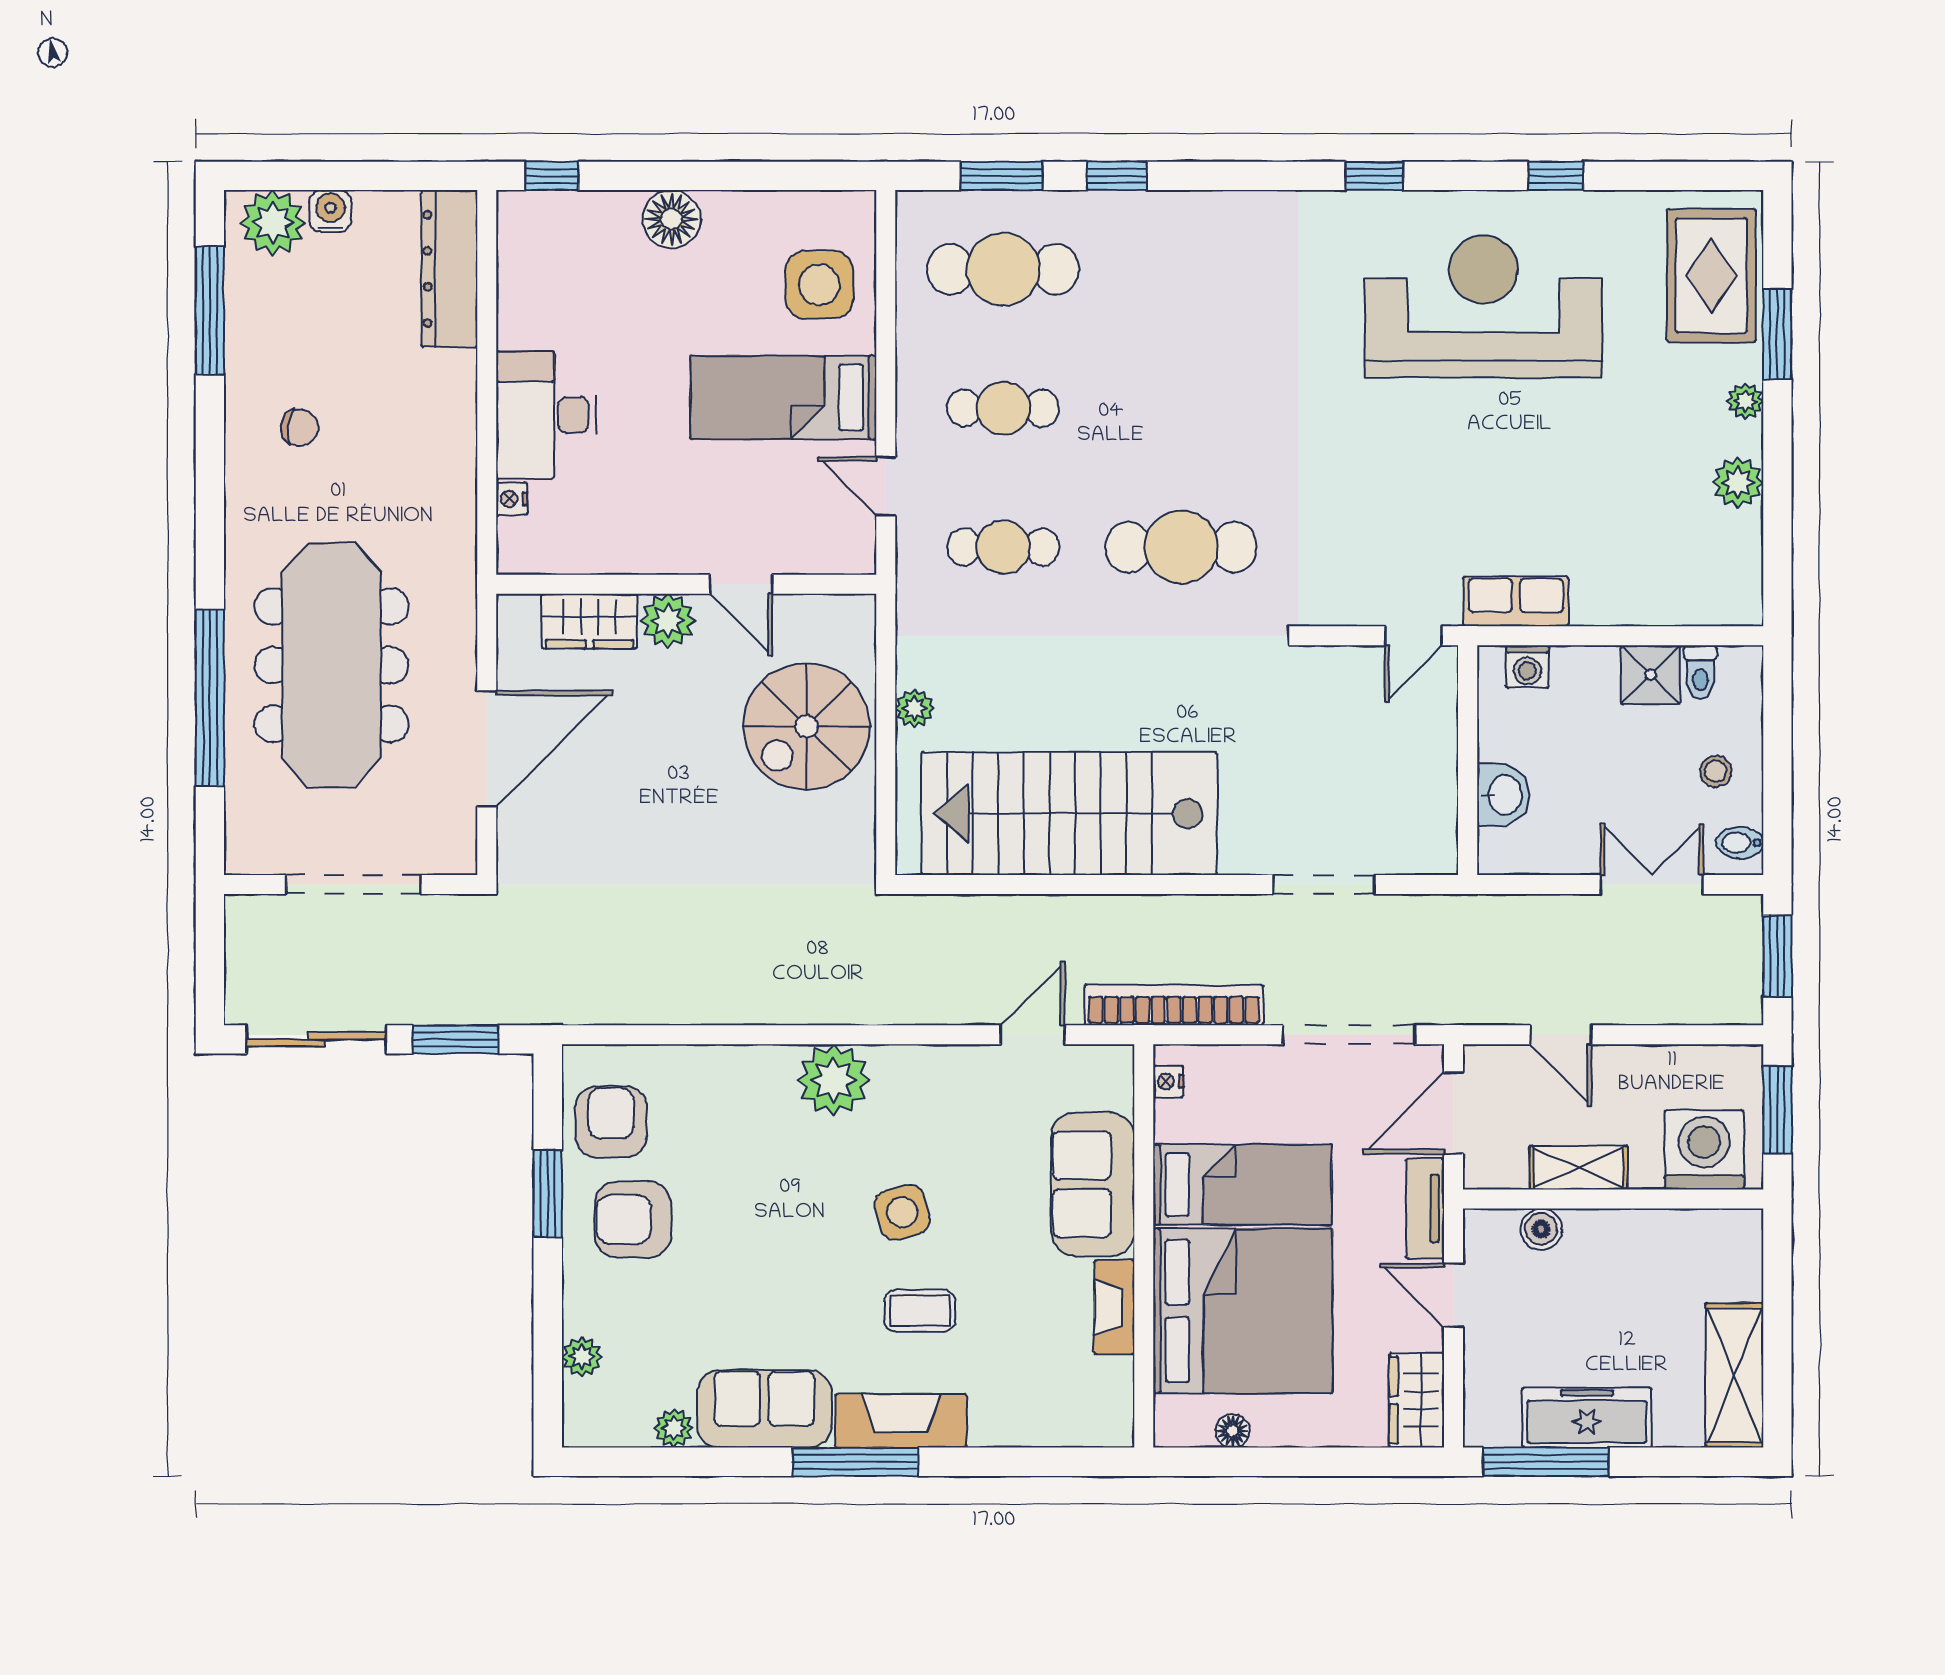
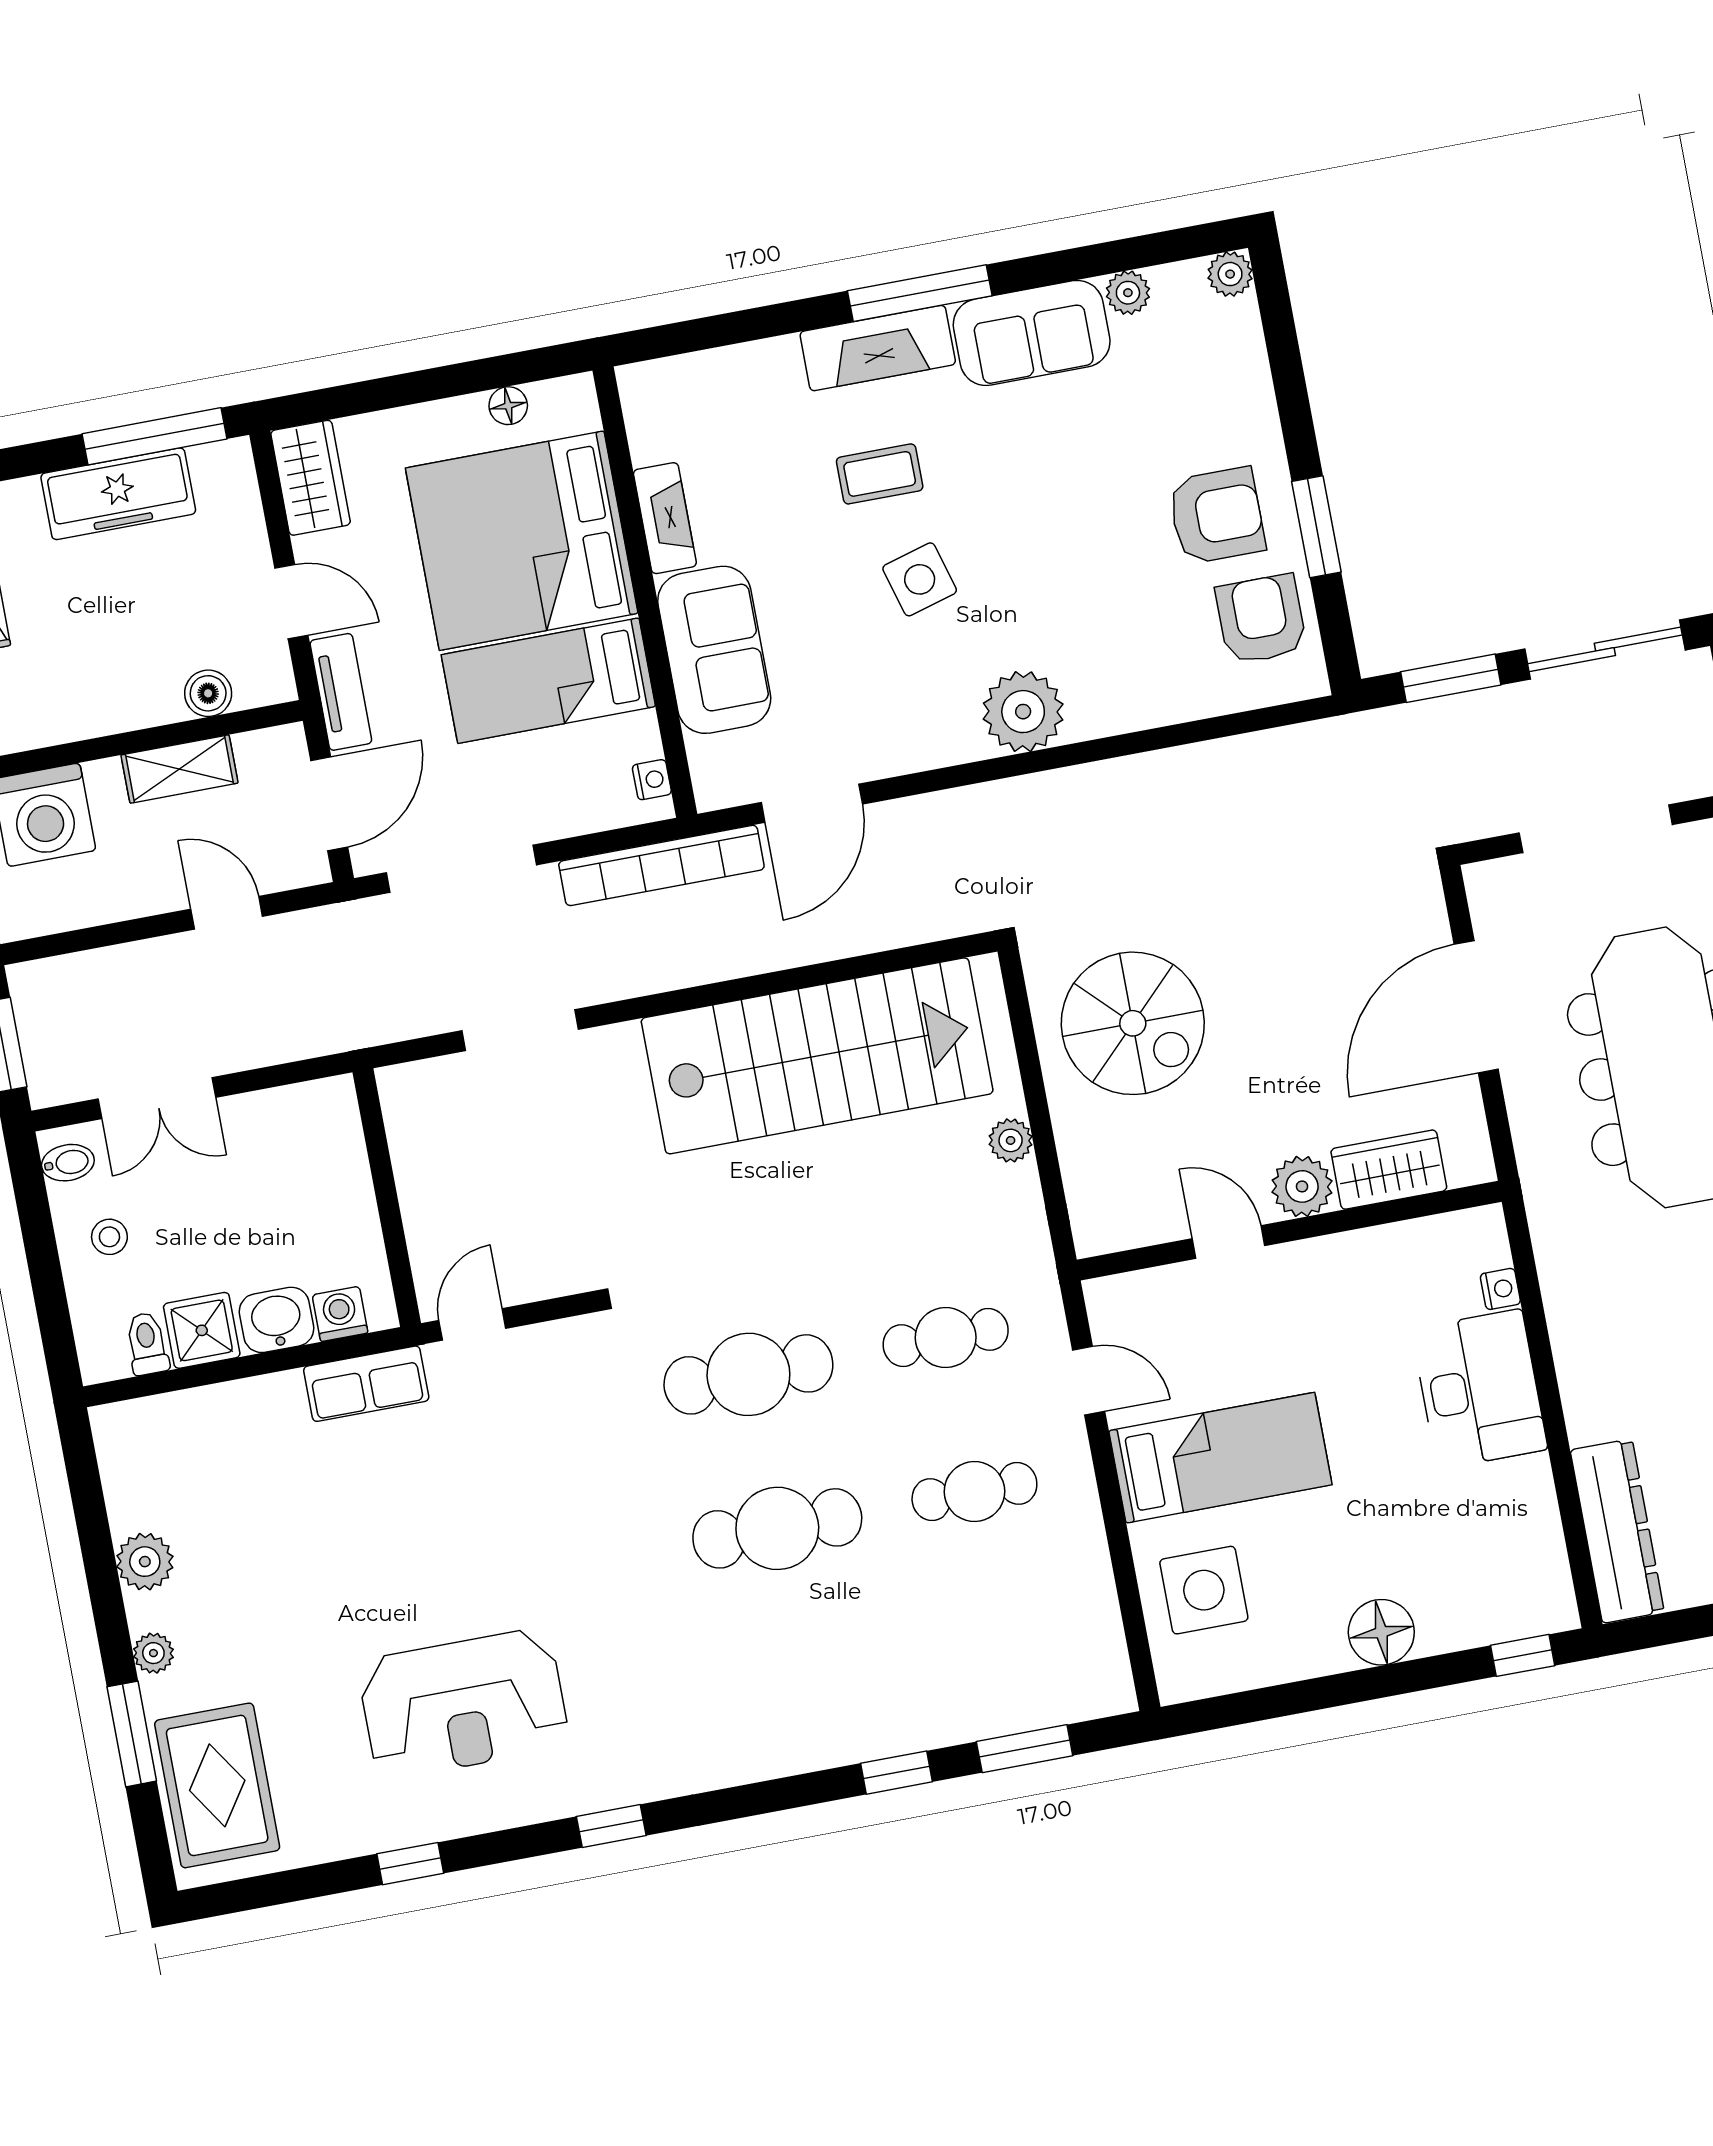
cafe table: (1003, 269) -> (777, 1528), moved
reception desk: (1483, 306) -> (463, 1704), width x0.74, depth x0.77
spiral stairs: (806, 726) -> (1133, 1023), moved, turned 90
washbasin: (1503, 795) -> (277, 1320), moved, turned 90
door: (1033, 1035) -> (812, 803), width x1.38
armchair: (611, 1122) -> (1261, 619), turned 180
plant: (582, 1357) -> (1230, 274), moved

